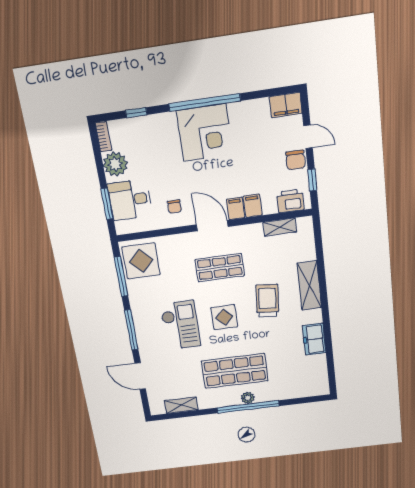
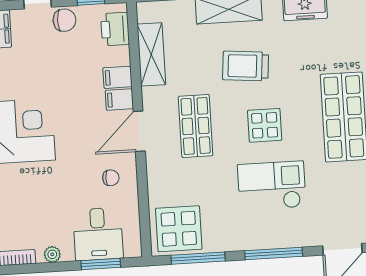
plant: (115, 164) -> (52, 254), width x0.53, depth x0.53
shelving: (280, 227) -> (151, 54), width x1.50, depth x1.33

